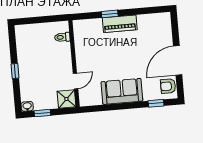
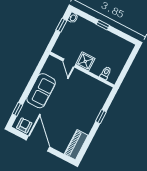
piano: (120, 24) -> (76, 145), moved
shower: (66, 99) -> (85, 61), moved

